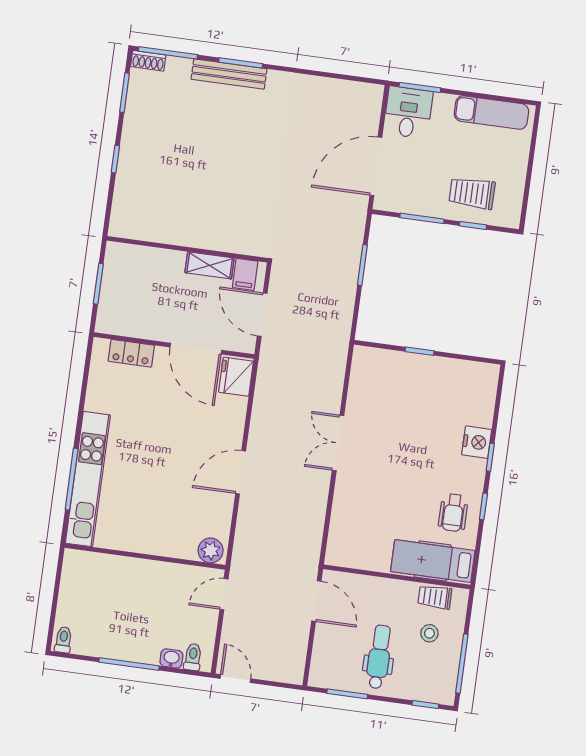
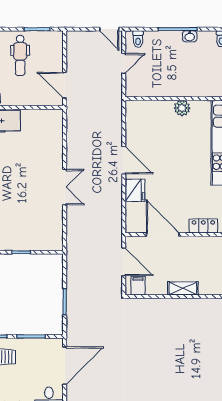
shelving: (210, 265) -> (183, 288), moved
fridge: (236, 377) -> (135, 190), moved
door: (241, 472) -> (124, 160), hinge flipped
plant: (211, 550) -> (182, 108), moved
door: (224, 594) -> (124, 63), moved
washbasin: (171, 658) -> (190, 36), moved

